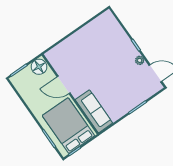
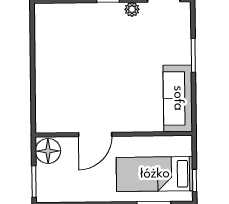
sofa: (94, 111) -> (178, 98), moved, turned -90
bed: (68, 126) -> (155, 174), width x0.67

